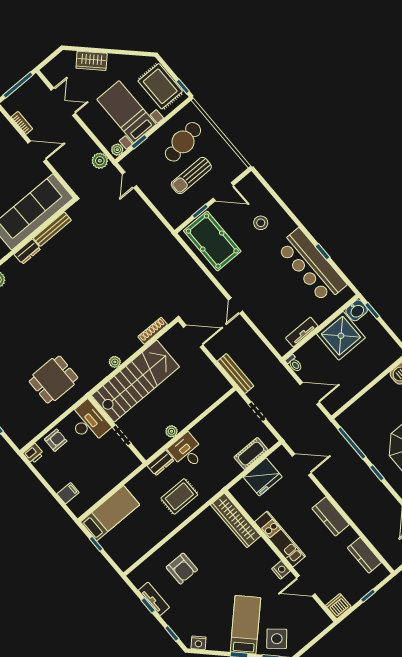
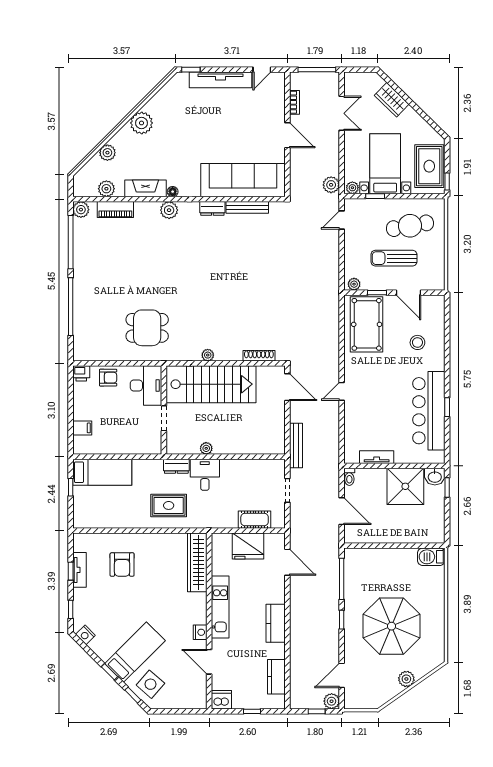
plant: (178, 219) -> (354, 284), added

